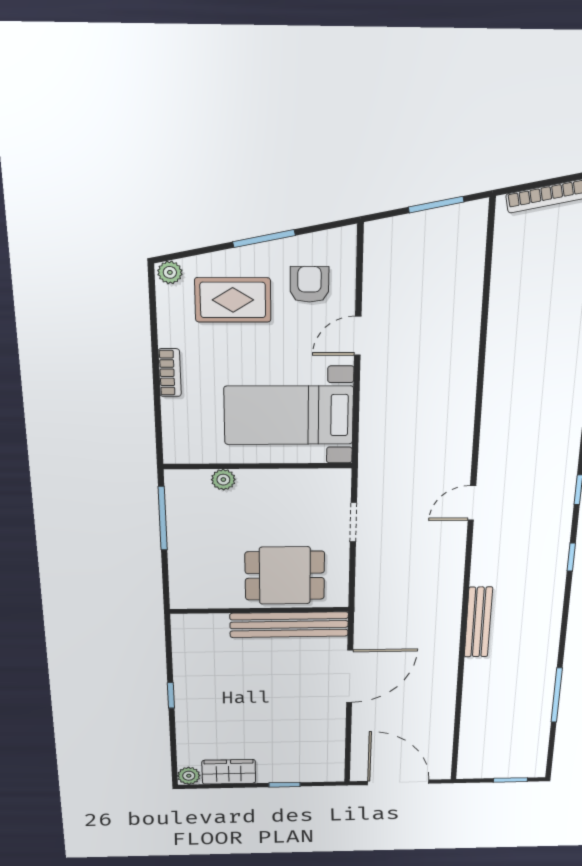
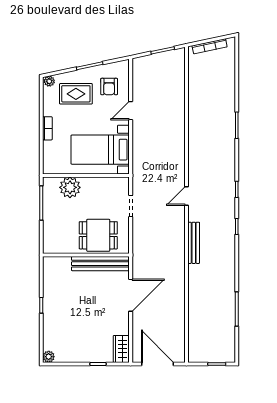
armchair: (309, 284) -> (109, 87), turned 180
plant: (223, 480) -> (70, 187), width x1.88, depth x1.88
bench: (478, 622) -> (194, 243), moved
wardrobe: (229, 772) -> (121, 349), moved, turned -90

